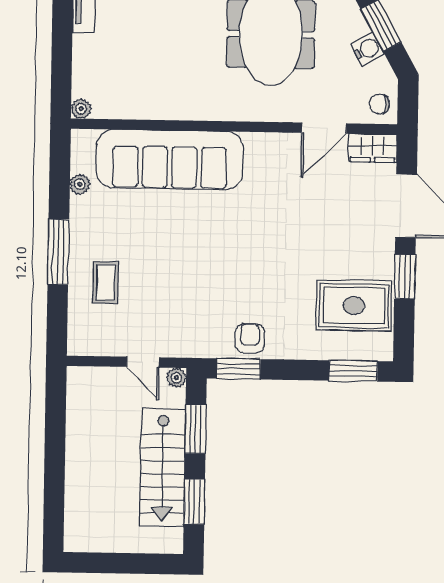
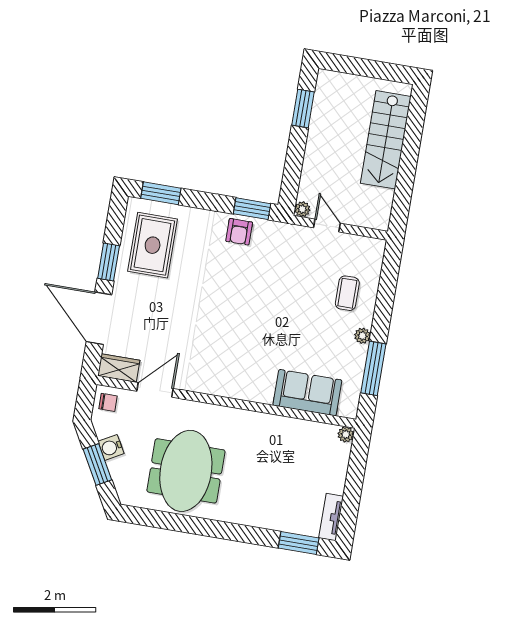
sofa: (170, 160) -> (307, 393), width x0.54, depth x0.79
plant: (80, 184) -> (362, 336), moved
window: (58, 252) -> (373, 368), moved
rug: (354, 306) -> (153, 245), turned 90
window: (196, 429) -> (293, 166), removed
stairs: (163, 467) -> (386, 140), moved, turned 180

